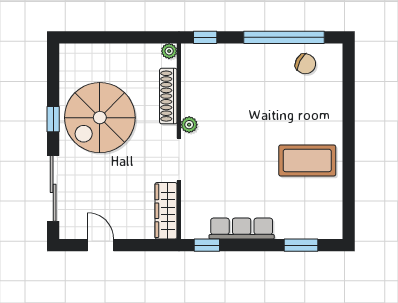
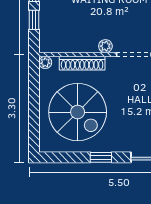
window: (205, 37) -> (34, 20), moved
spiral stairs: (100, 118) -> (78, 112), moved

